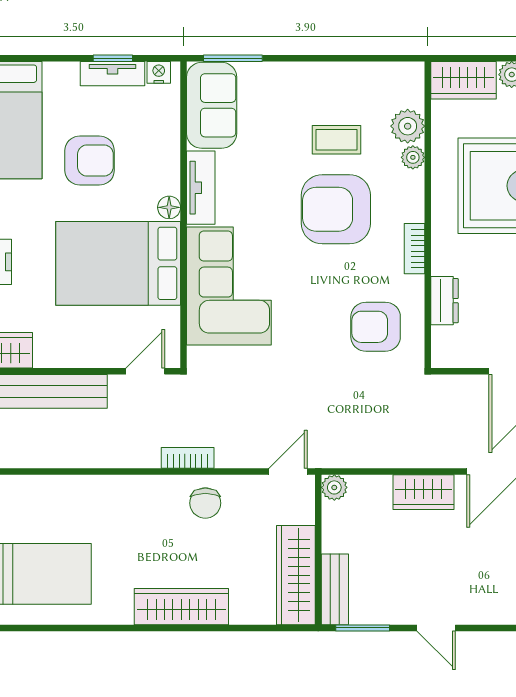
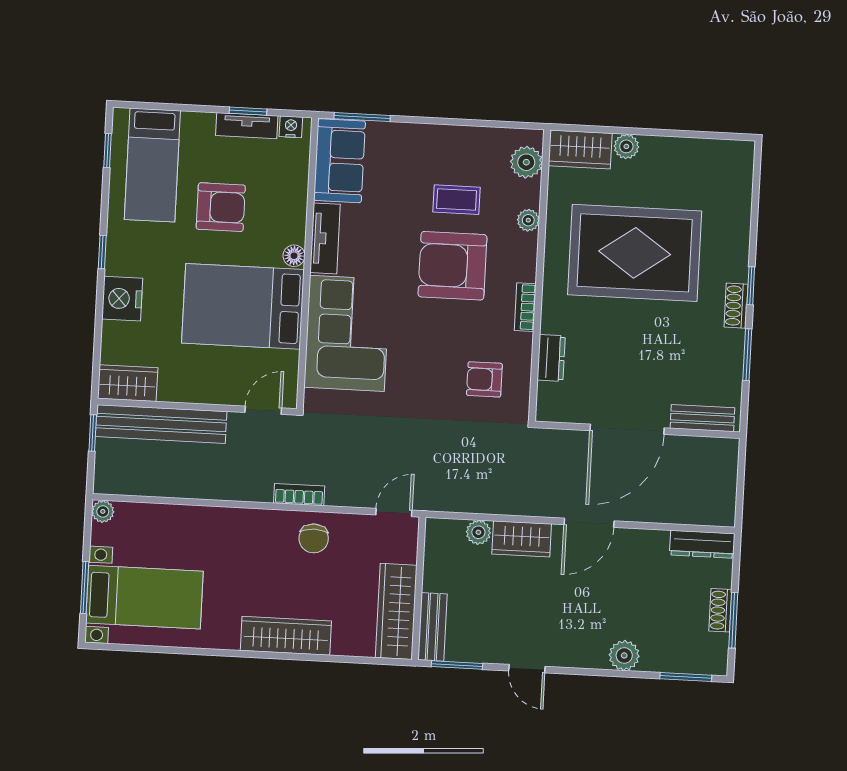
plant: (408, 126) -> (526, 162), moved
armchair: (376, 327) -> (484, 379), width x0.72, depth x0.72
plant: (334, 487) -> (478, 532), moved

